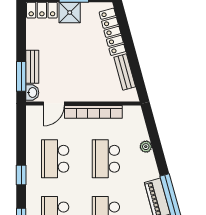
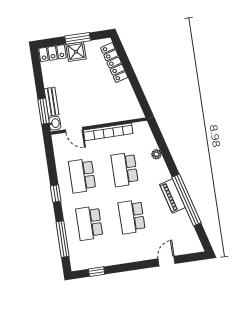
bench: (125, 72) -> (129, 95), removed
door: (54, 104) -> (74, 130), hinge flipped

